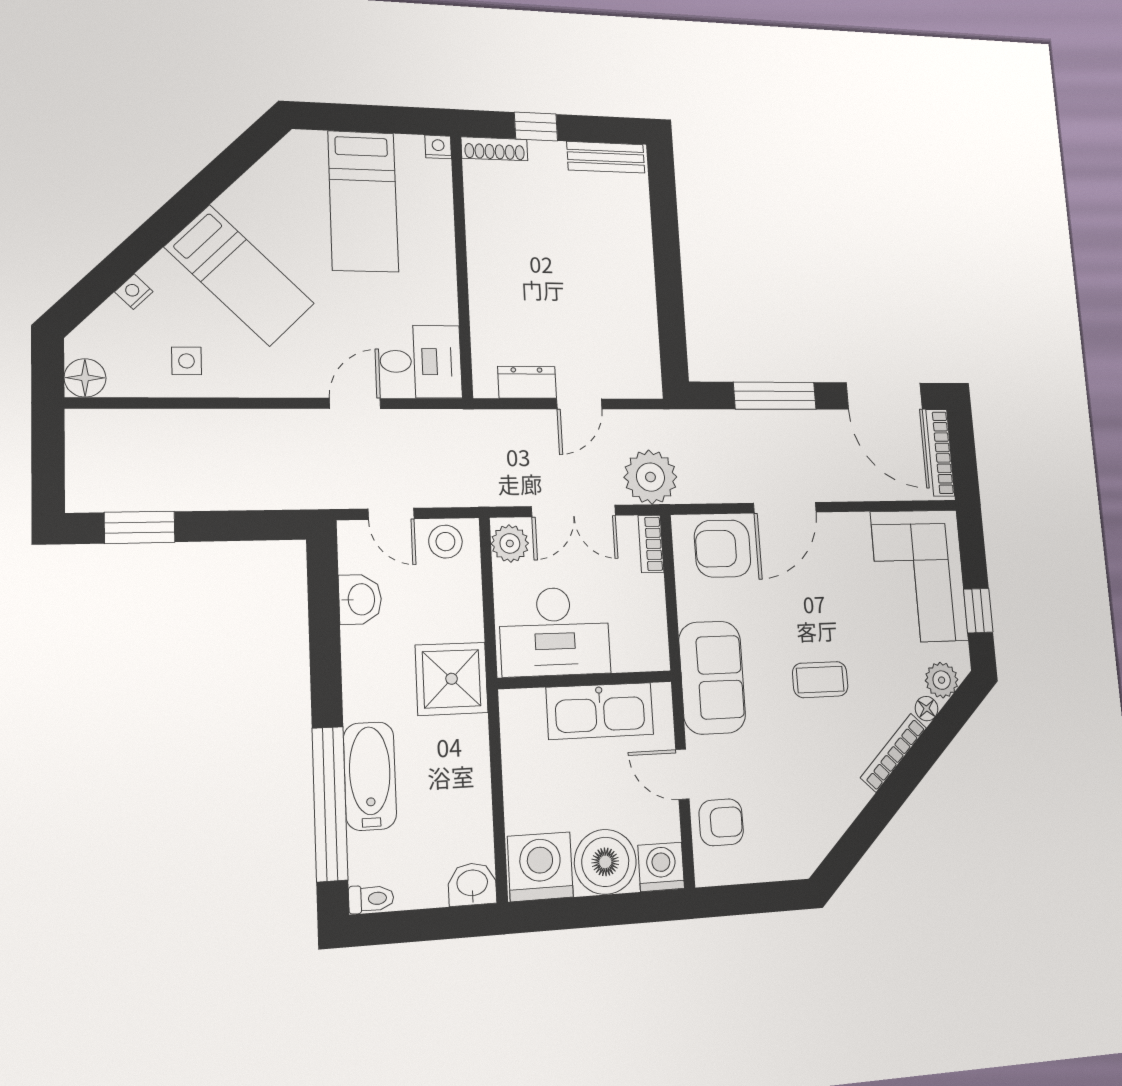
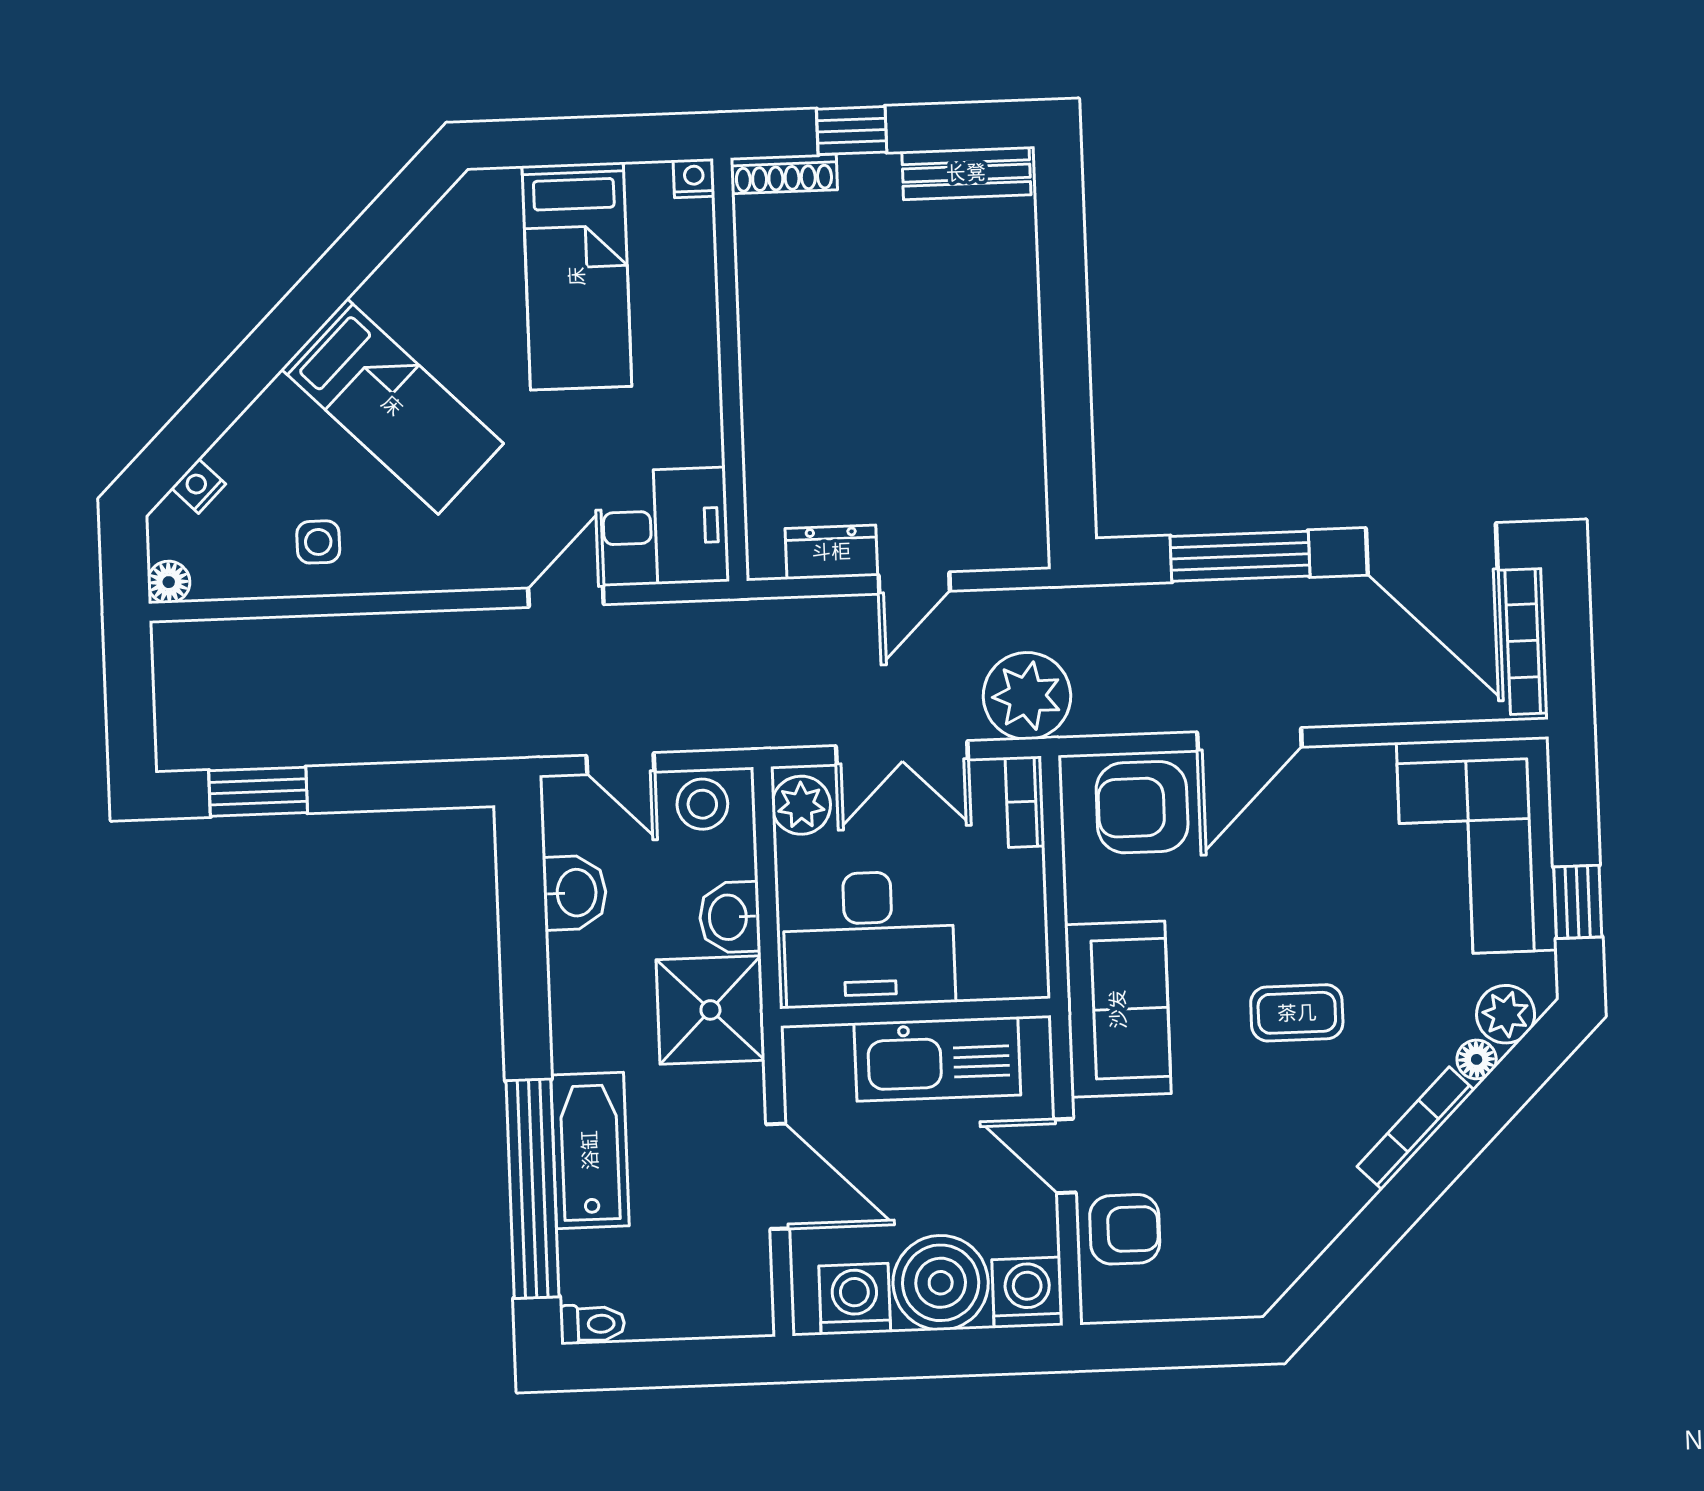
nightstand: (134, 292) -> (198, 486), moved
floor lamp: (85, 378) -> (169, 582), width x0.73, depth x0.73
door: (497, 792) -> (778, 1176), added
washing machine: (540, 867) -> (855, 1299), width x0.73, depth x0.73
washbasin: (472, 884) -> (730, 917), moved, turned -90

